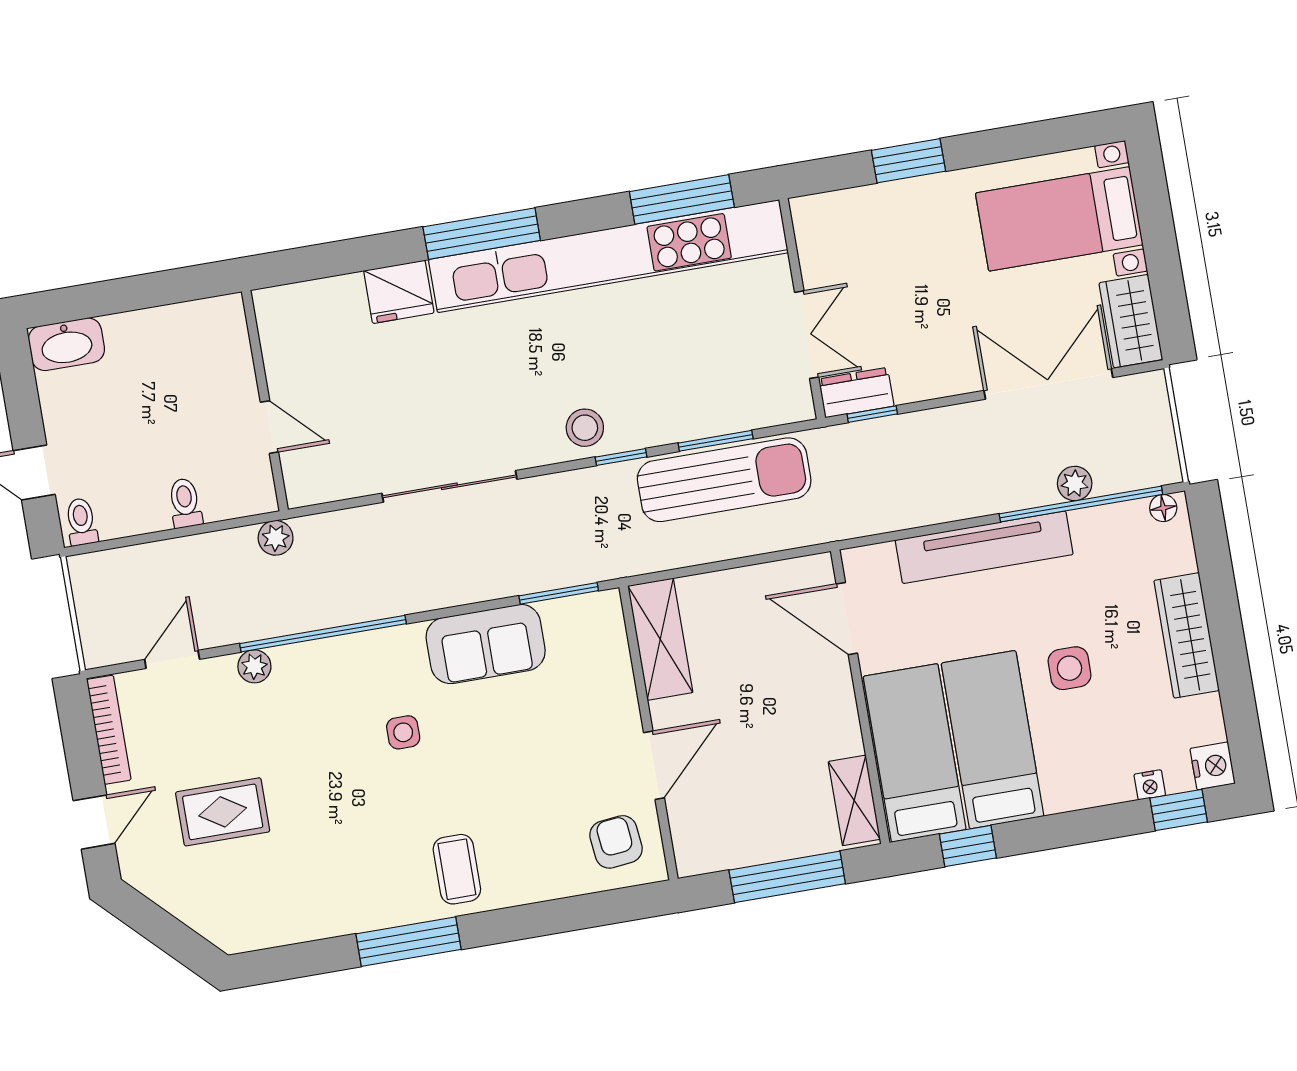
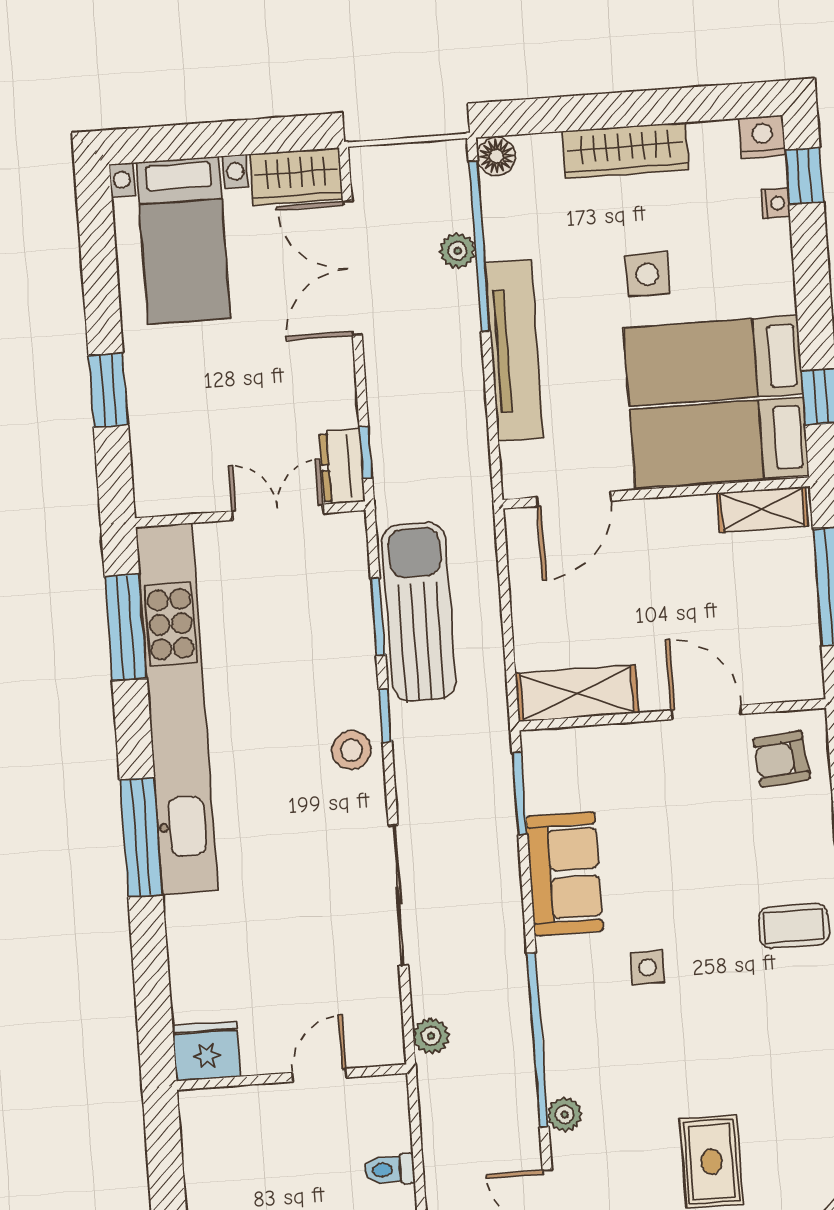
fridge: (399, 292) -> (206, 1051), moved, turned -90
floor lamp: (1163, 508) -> (496, 156), width x1.37, depth x1.37
plant: (276, 538) -> (431, 1036), moved

